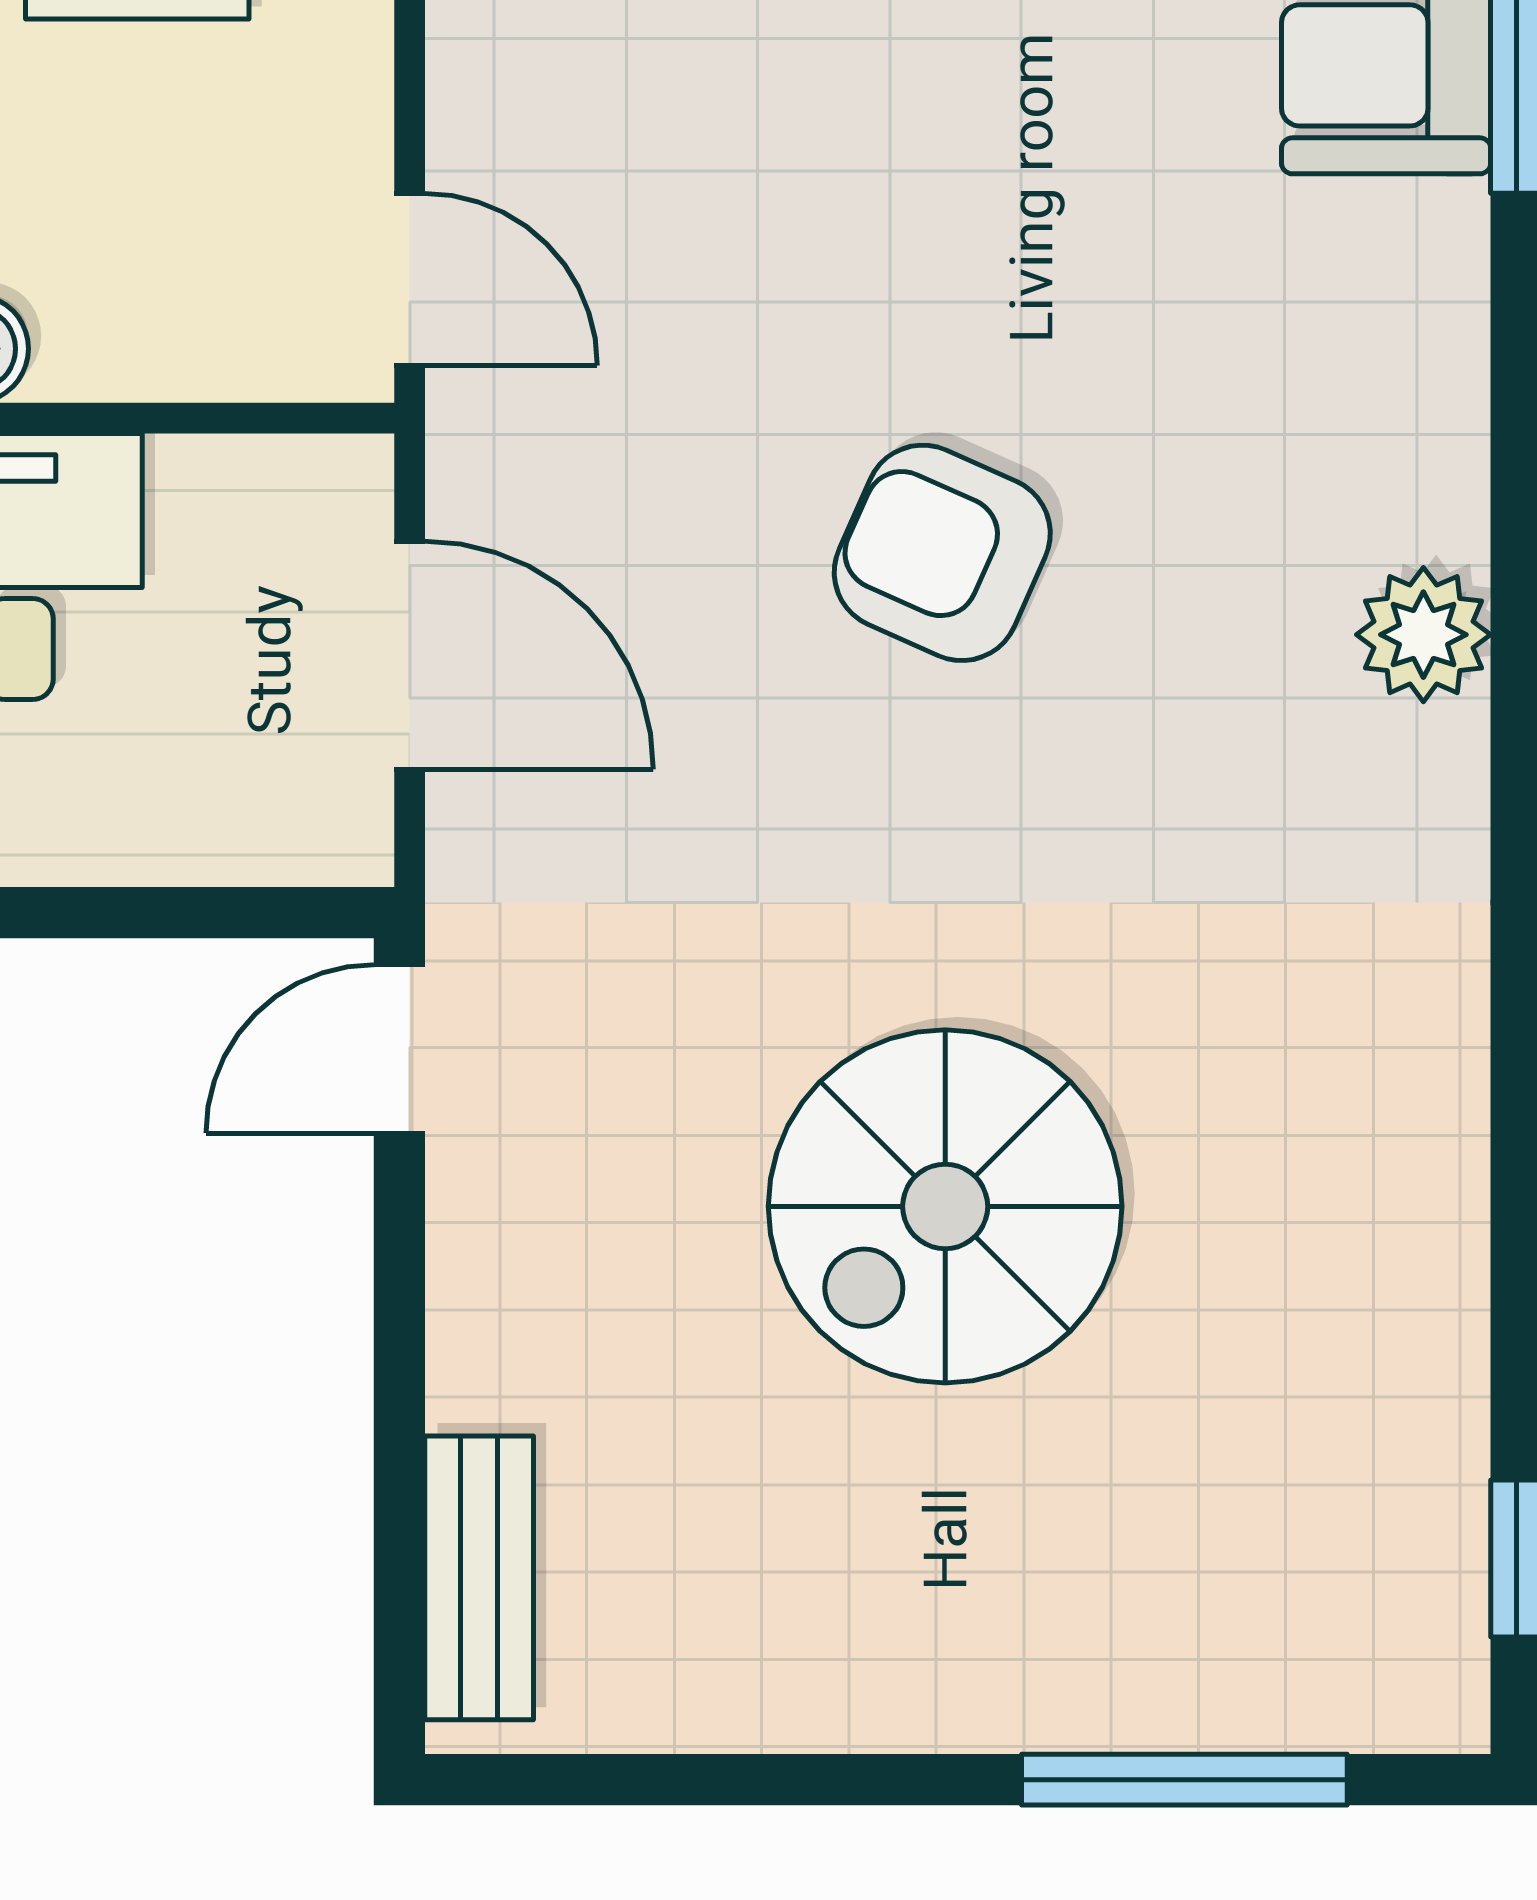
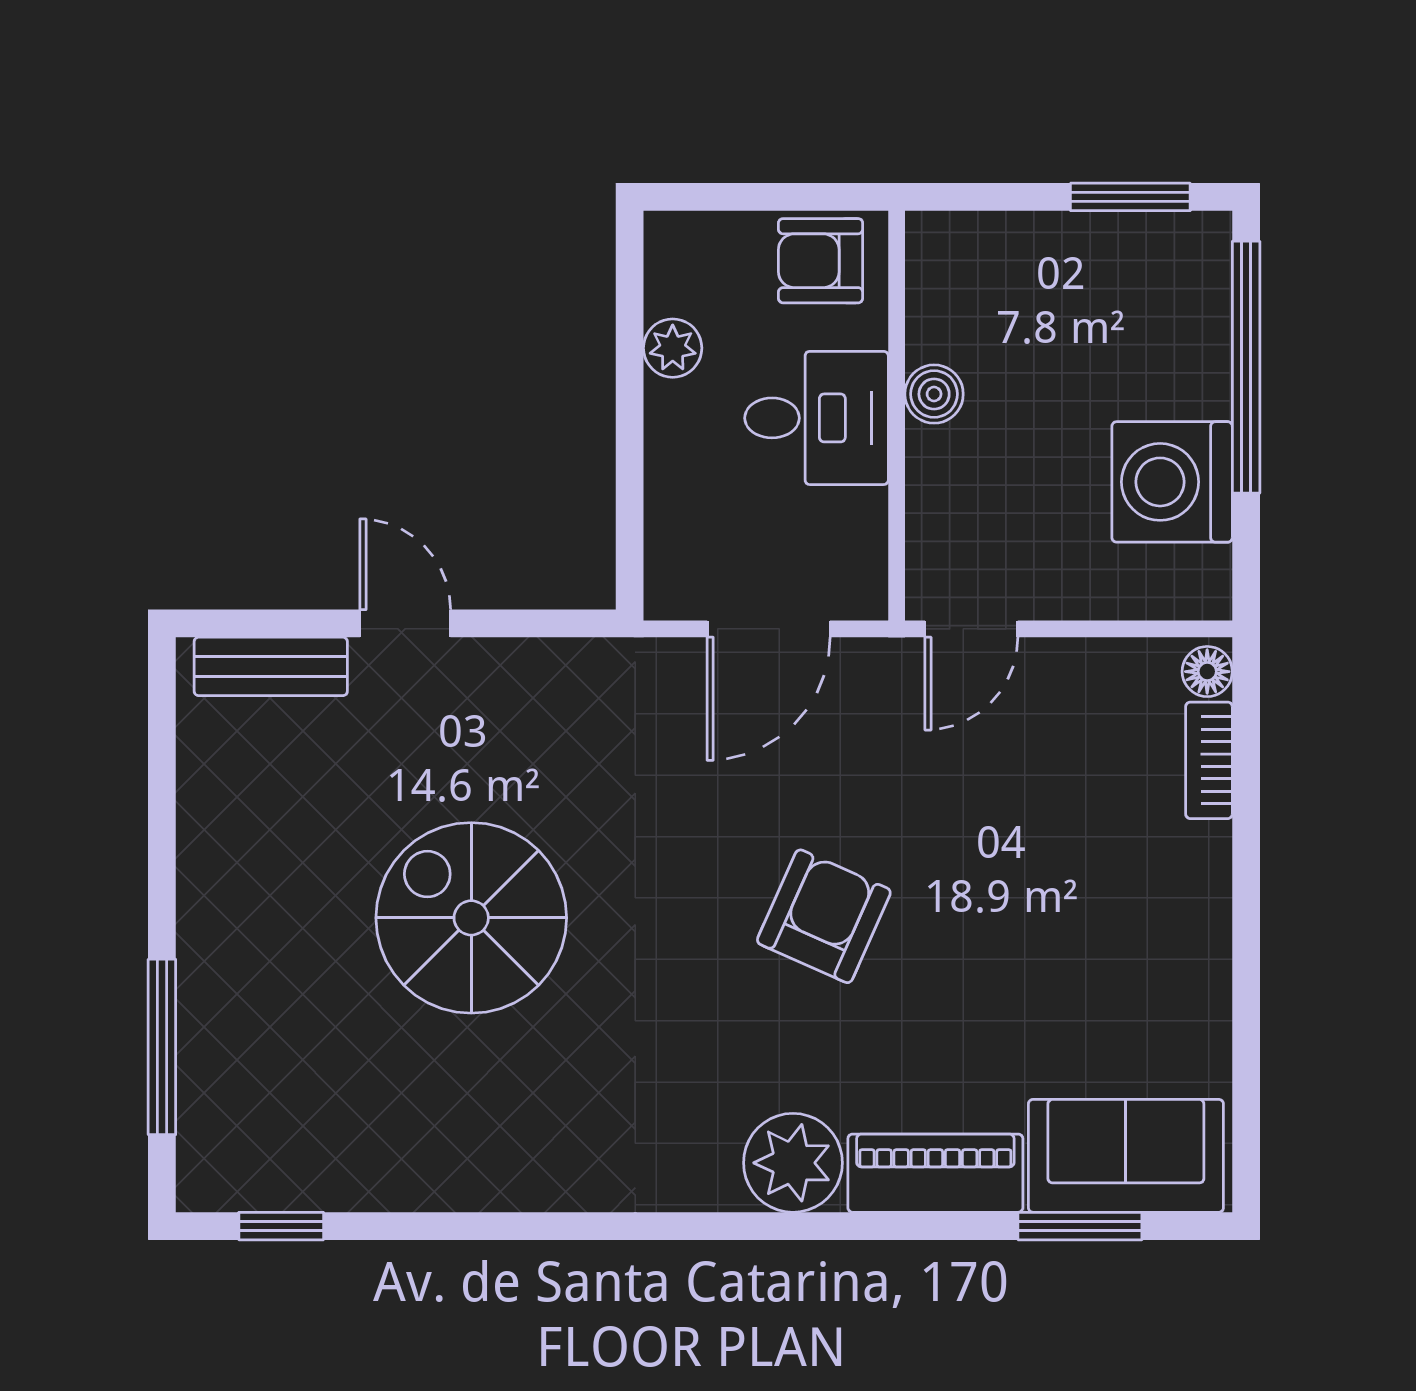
piano: (1418, 346) -> (935, 1173), added
plant: (1423, 635) -> (793, 1163), width x1.36, depth x1.36
door: (399, 1049) -> (405, 623), moved

